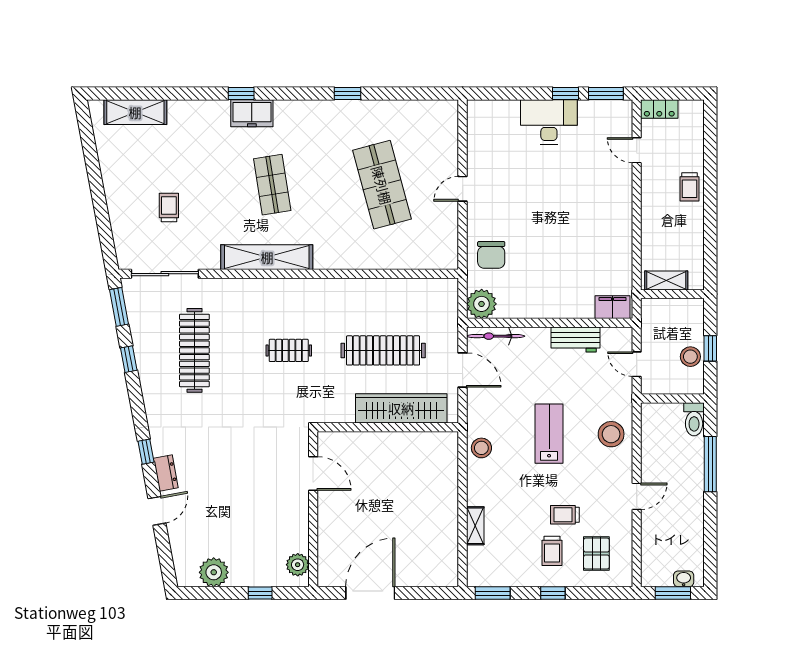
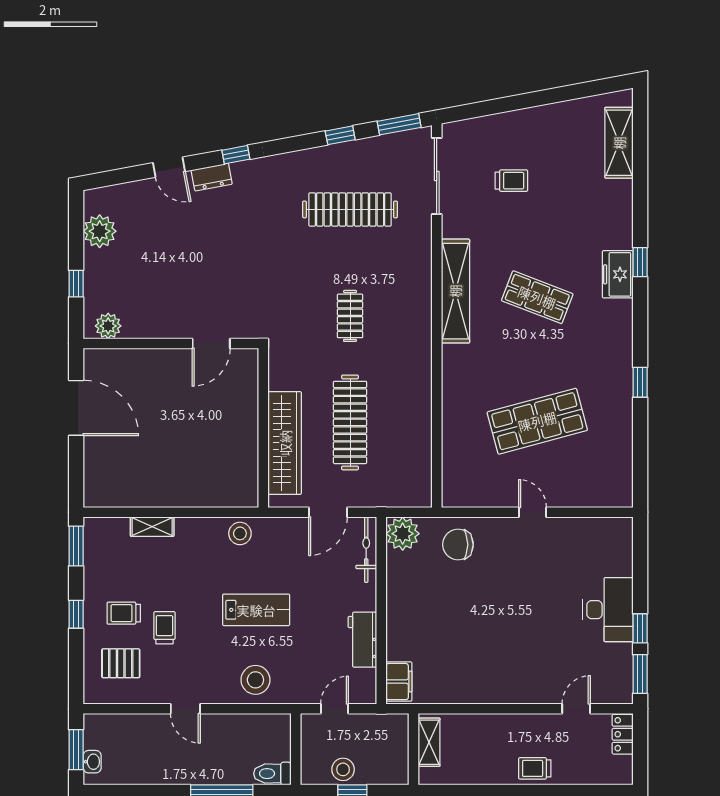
shop shelf: (272, 185) -> (537, 297), turned 30

